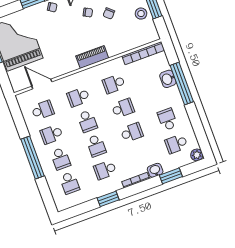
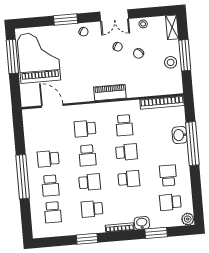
school desk: (114, 84) -> (124, 125), turned -90
school desk: (43, 110) -> (46, 132), removed
school desk: (96, 146) -> (90, 182), turned -90

